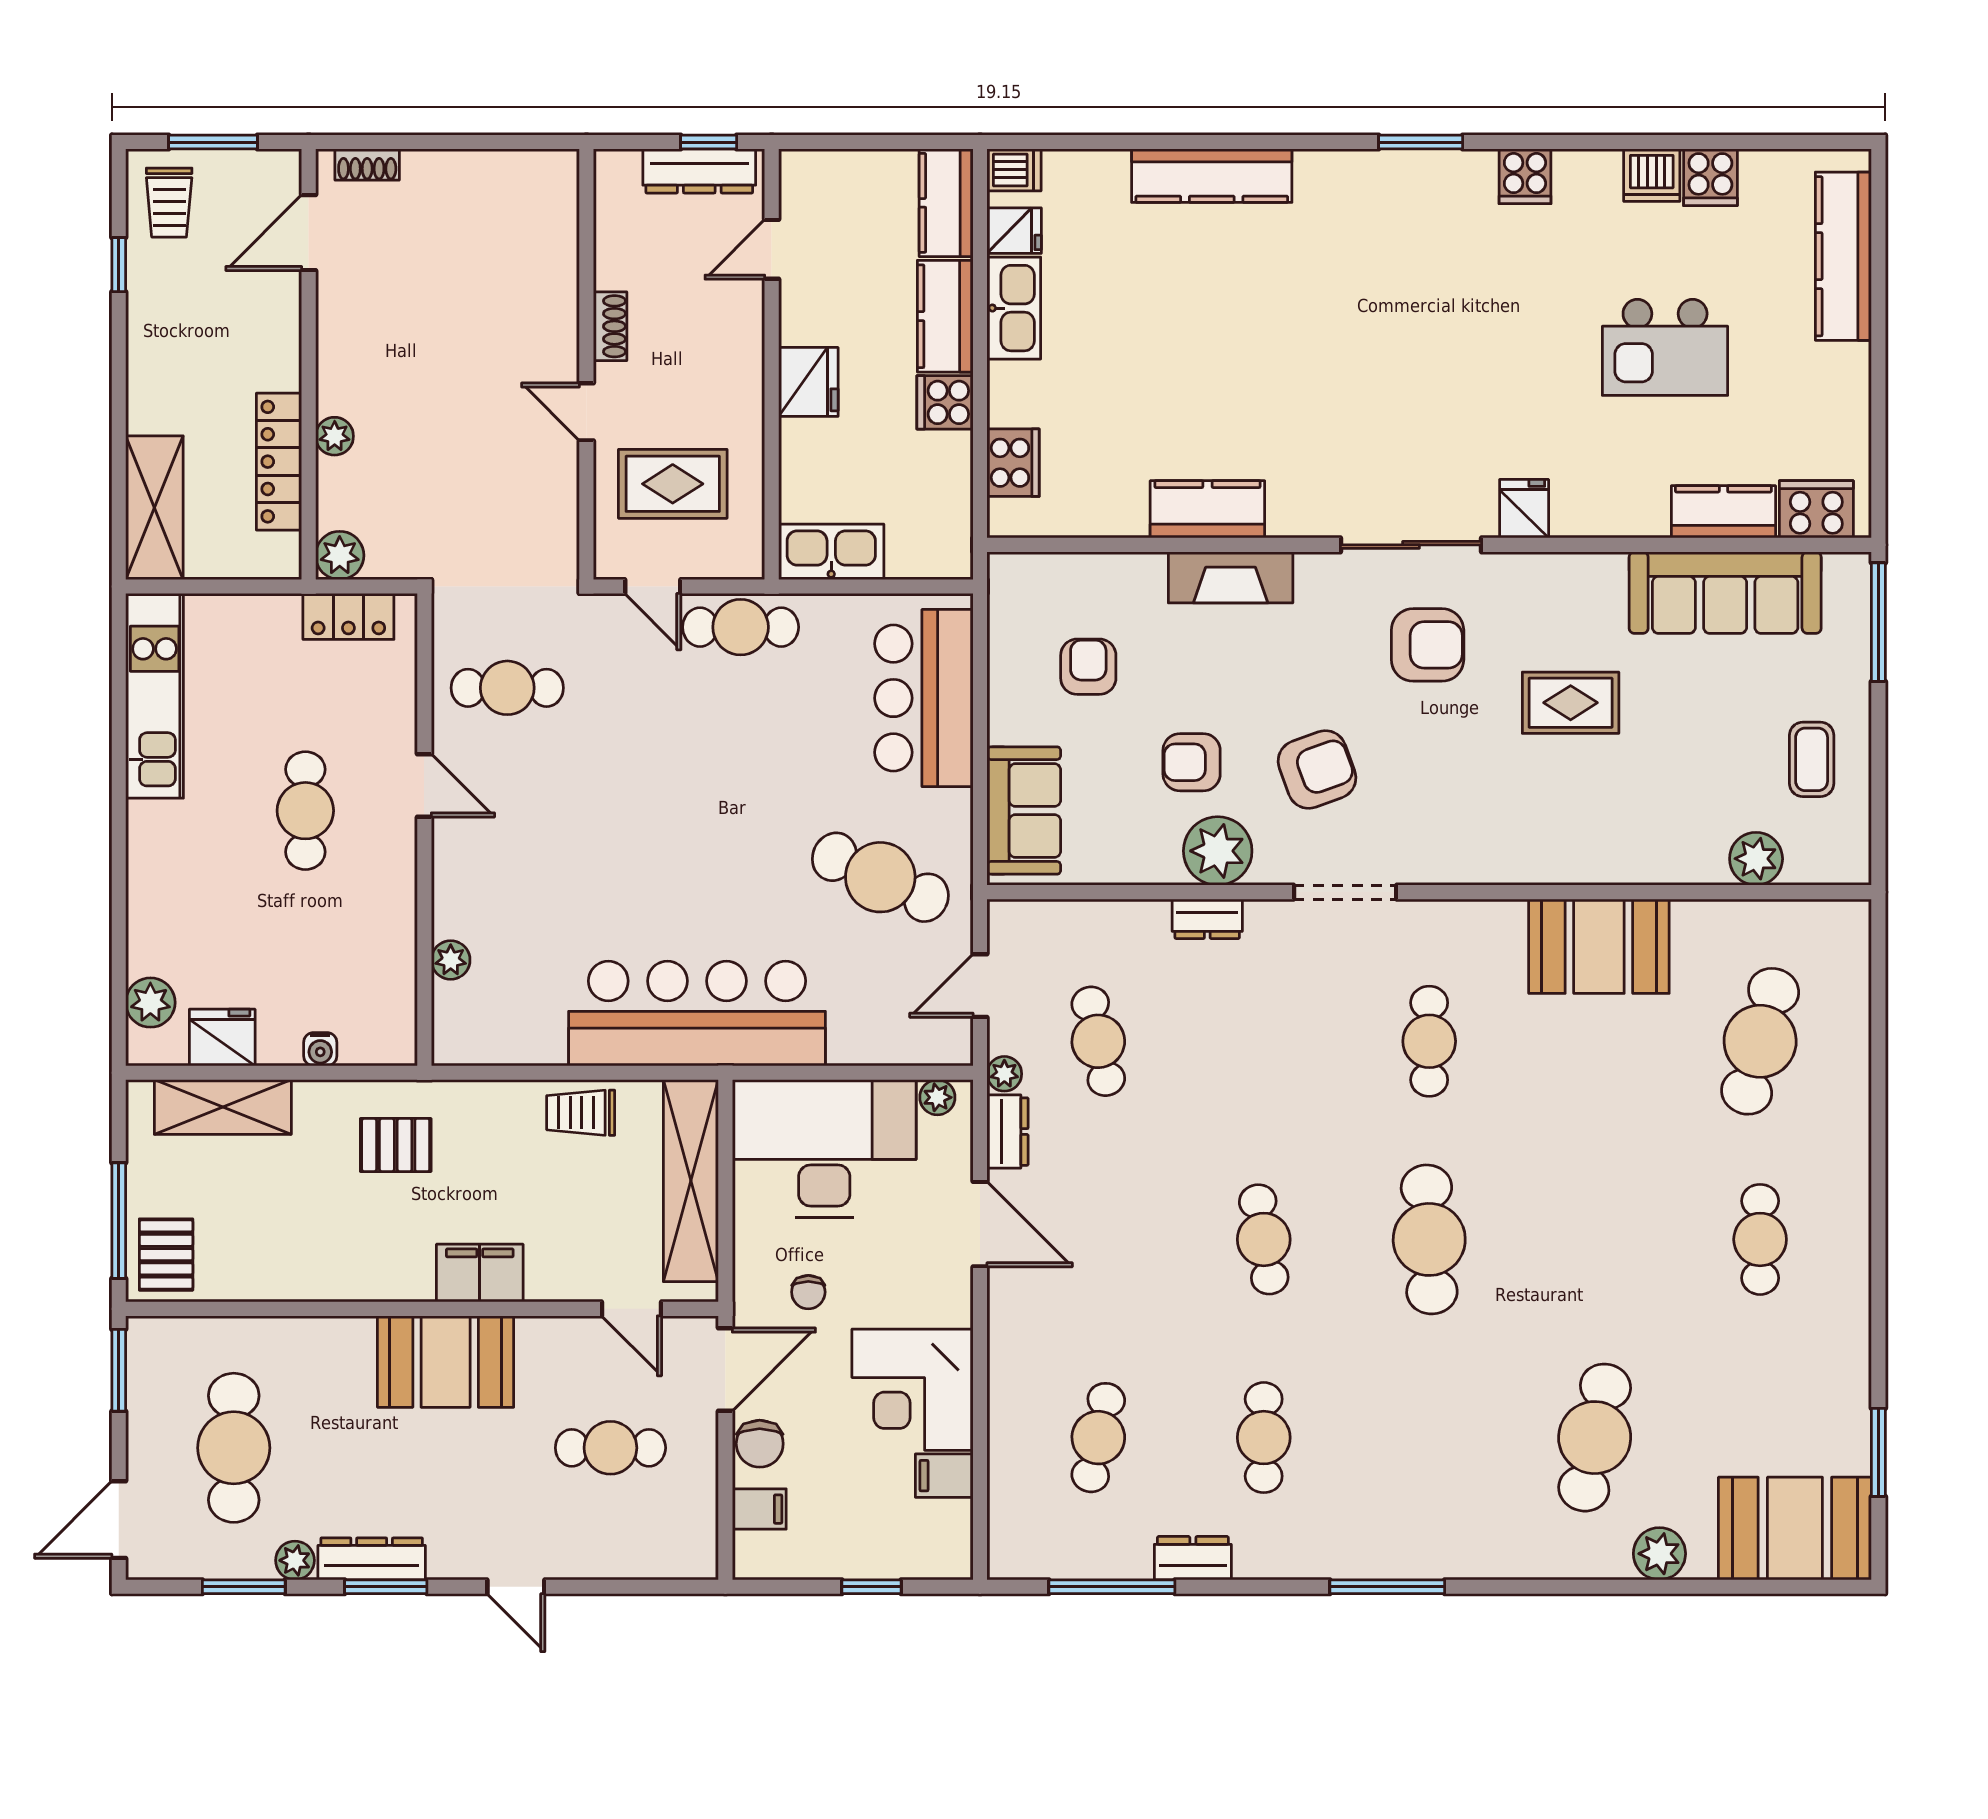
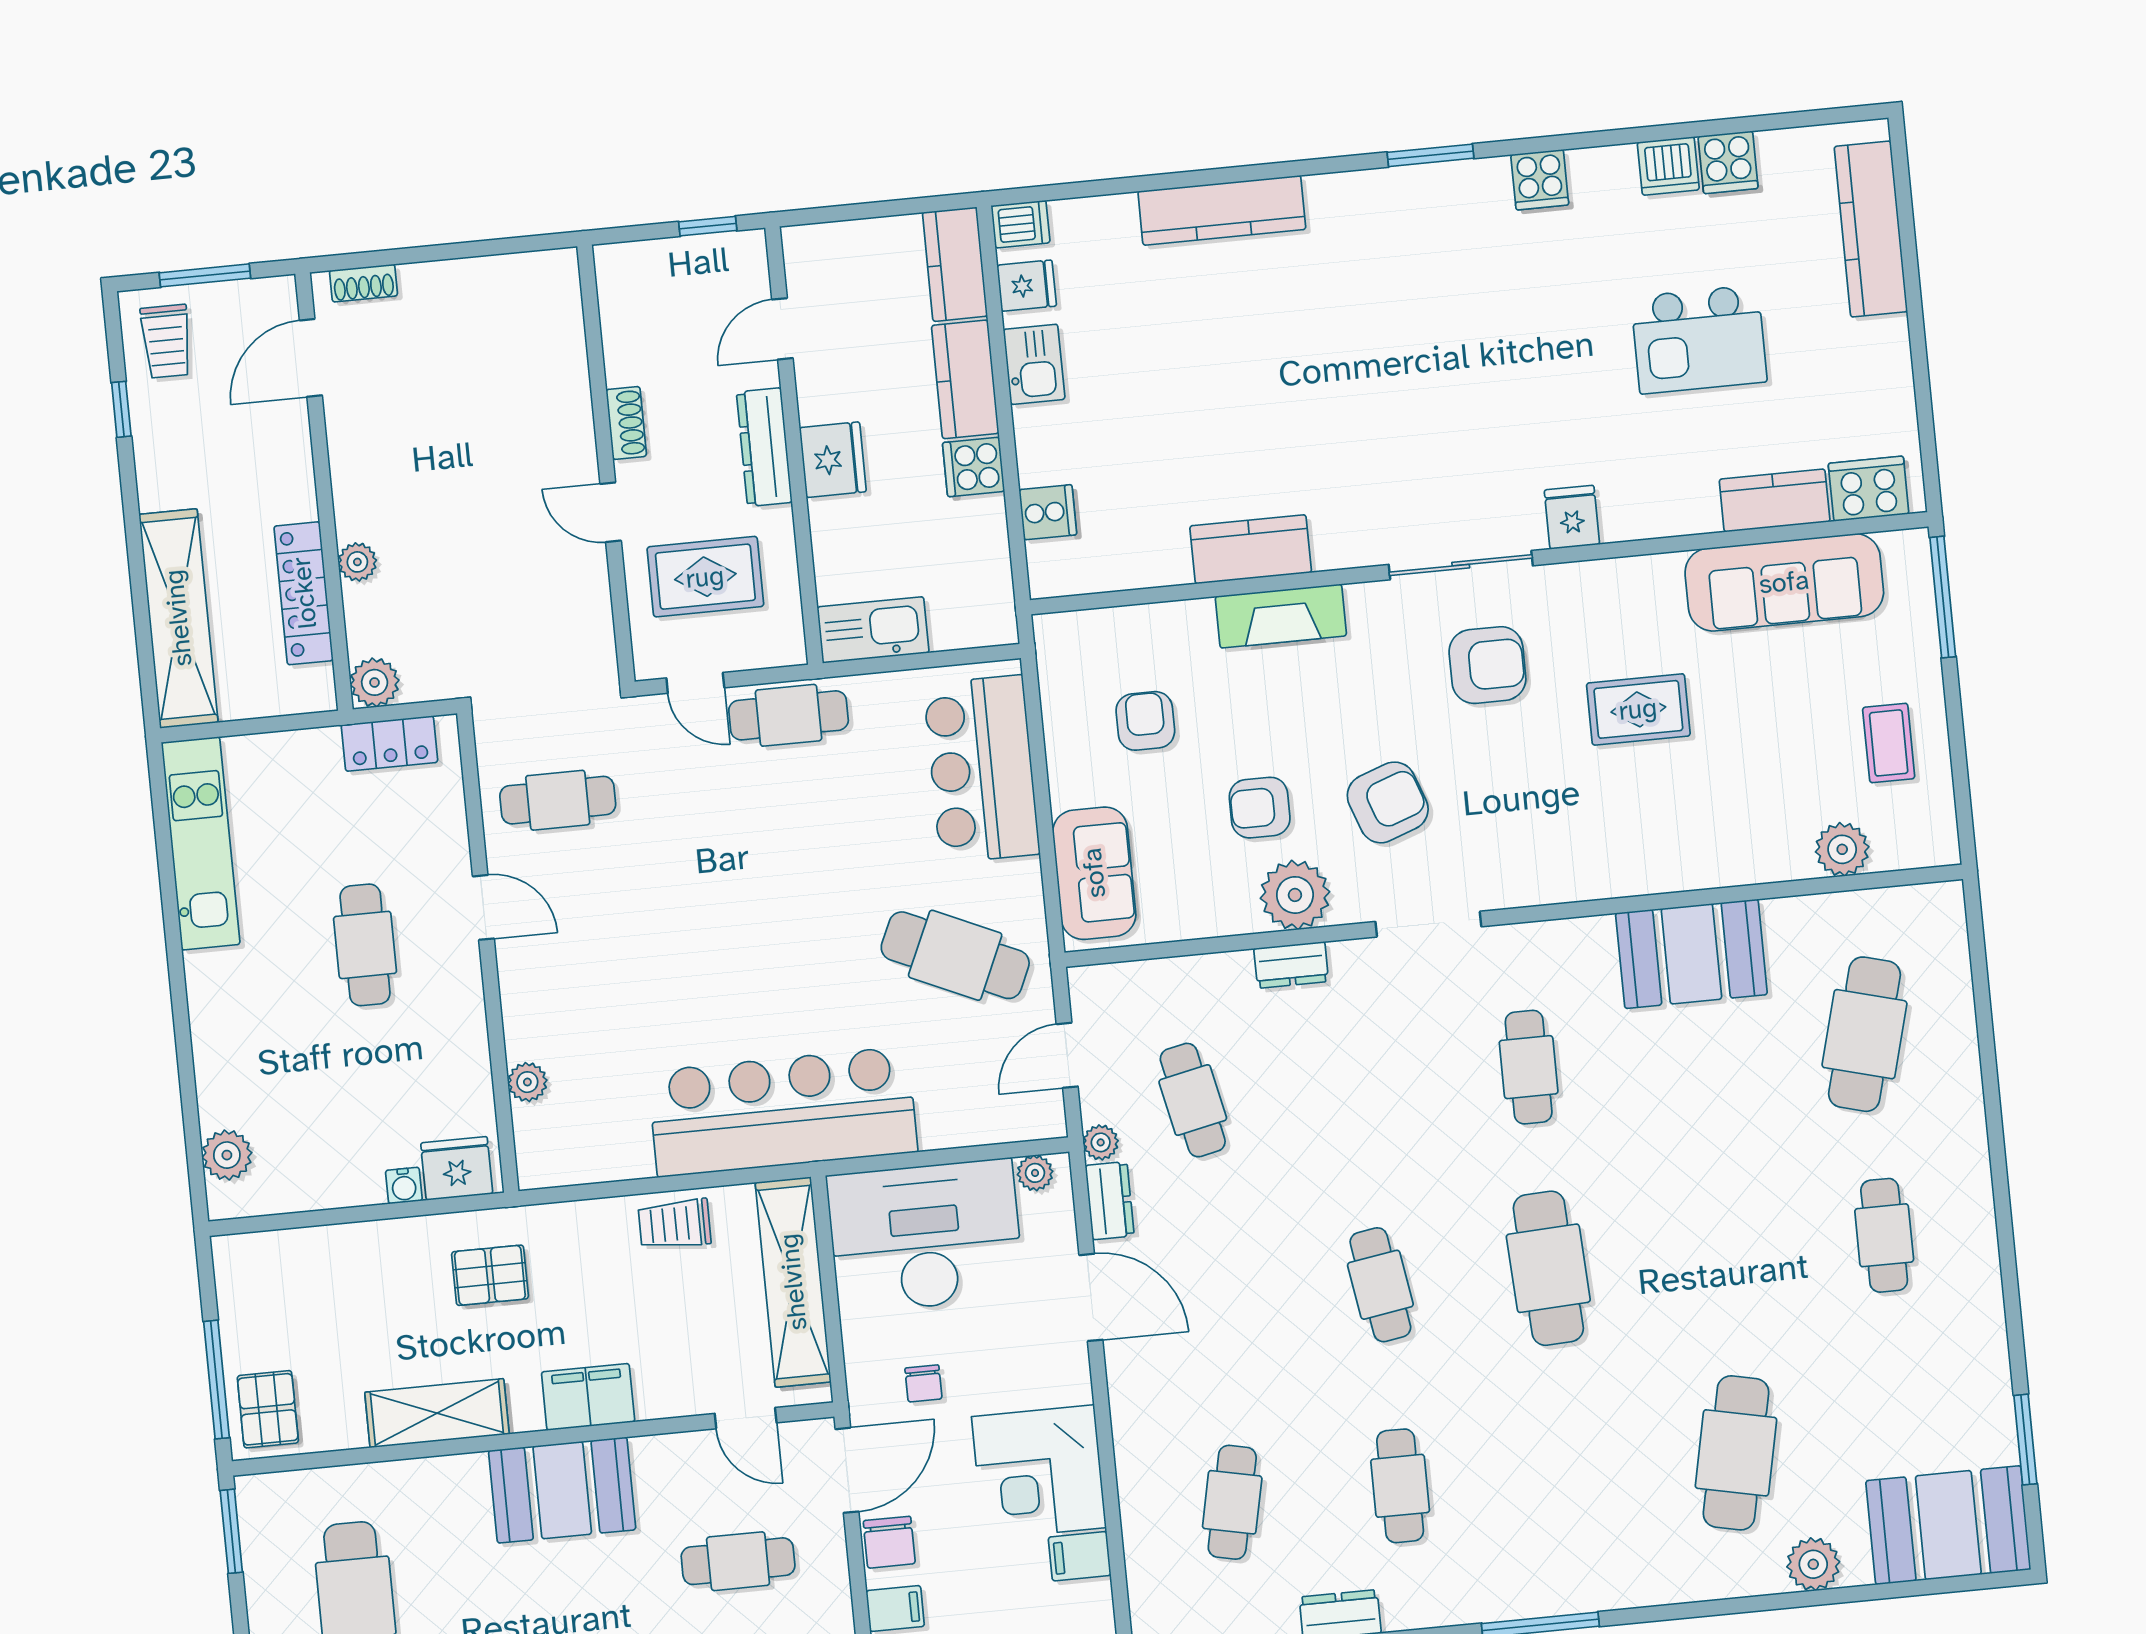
dresser: (699, 171) -> (764, 447), moved, turned 90
kitchen sink: (1014, 308) -> (1034, 364), width x0.73
cooker: (1013, 463) -> (1048, 512), width x0.73
shelving: (154, 508) -> (178, 618), width x1.47
fridge: (222, 1038) -> (457, 1168), moved
shelving: (223, 1107) -> (437, 1413), moved

